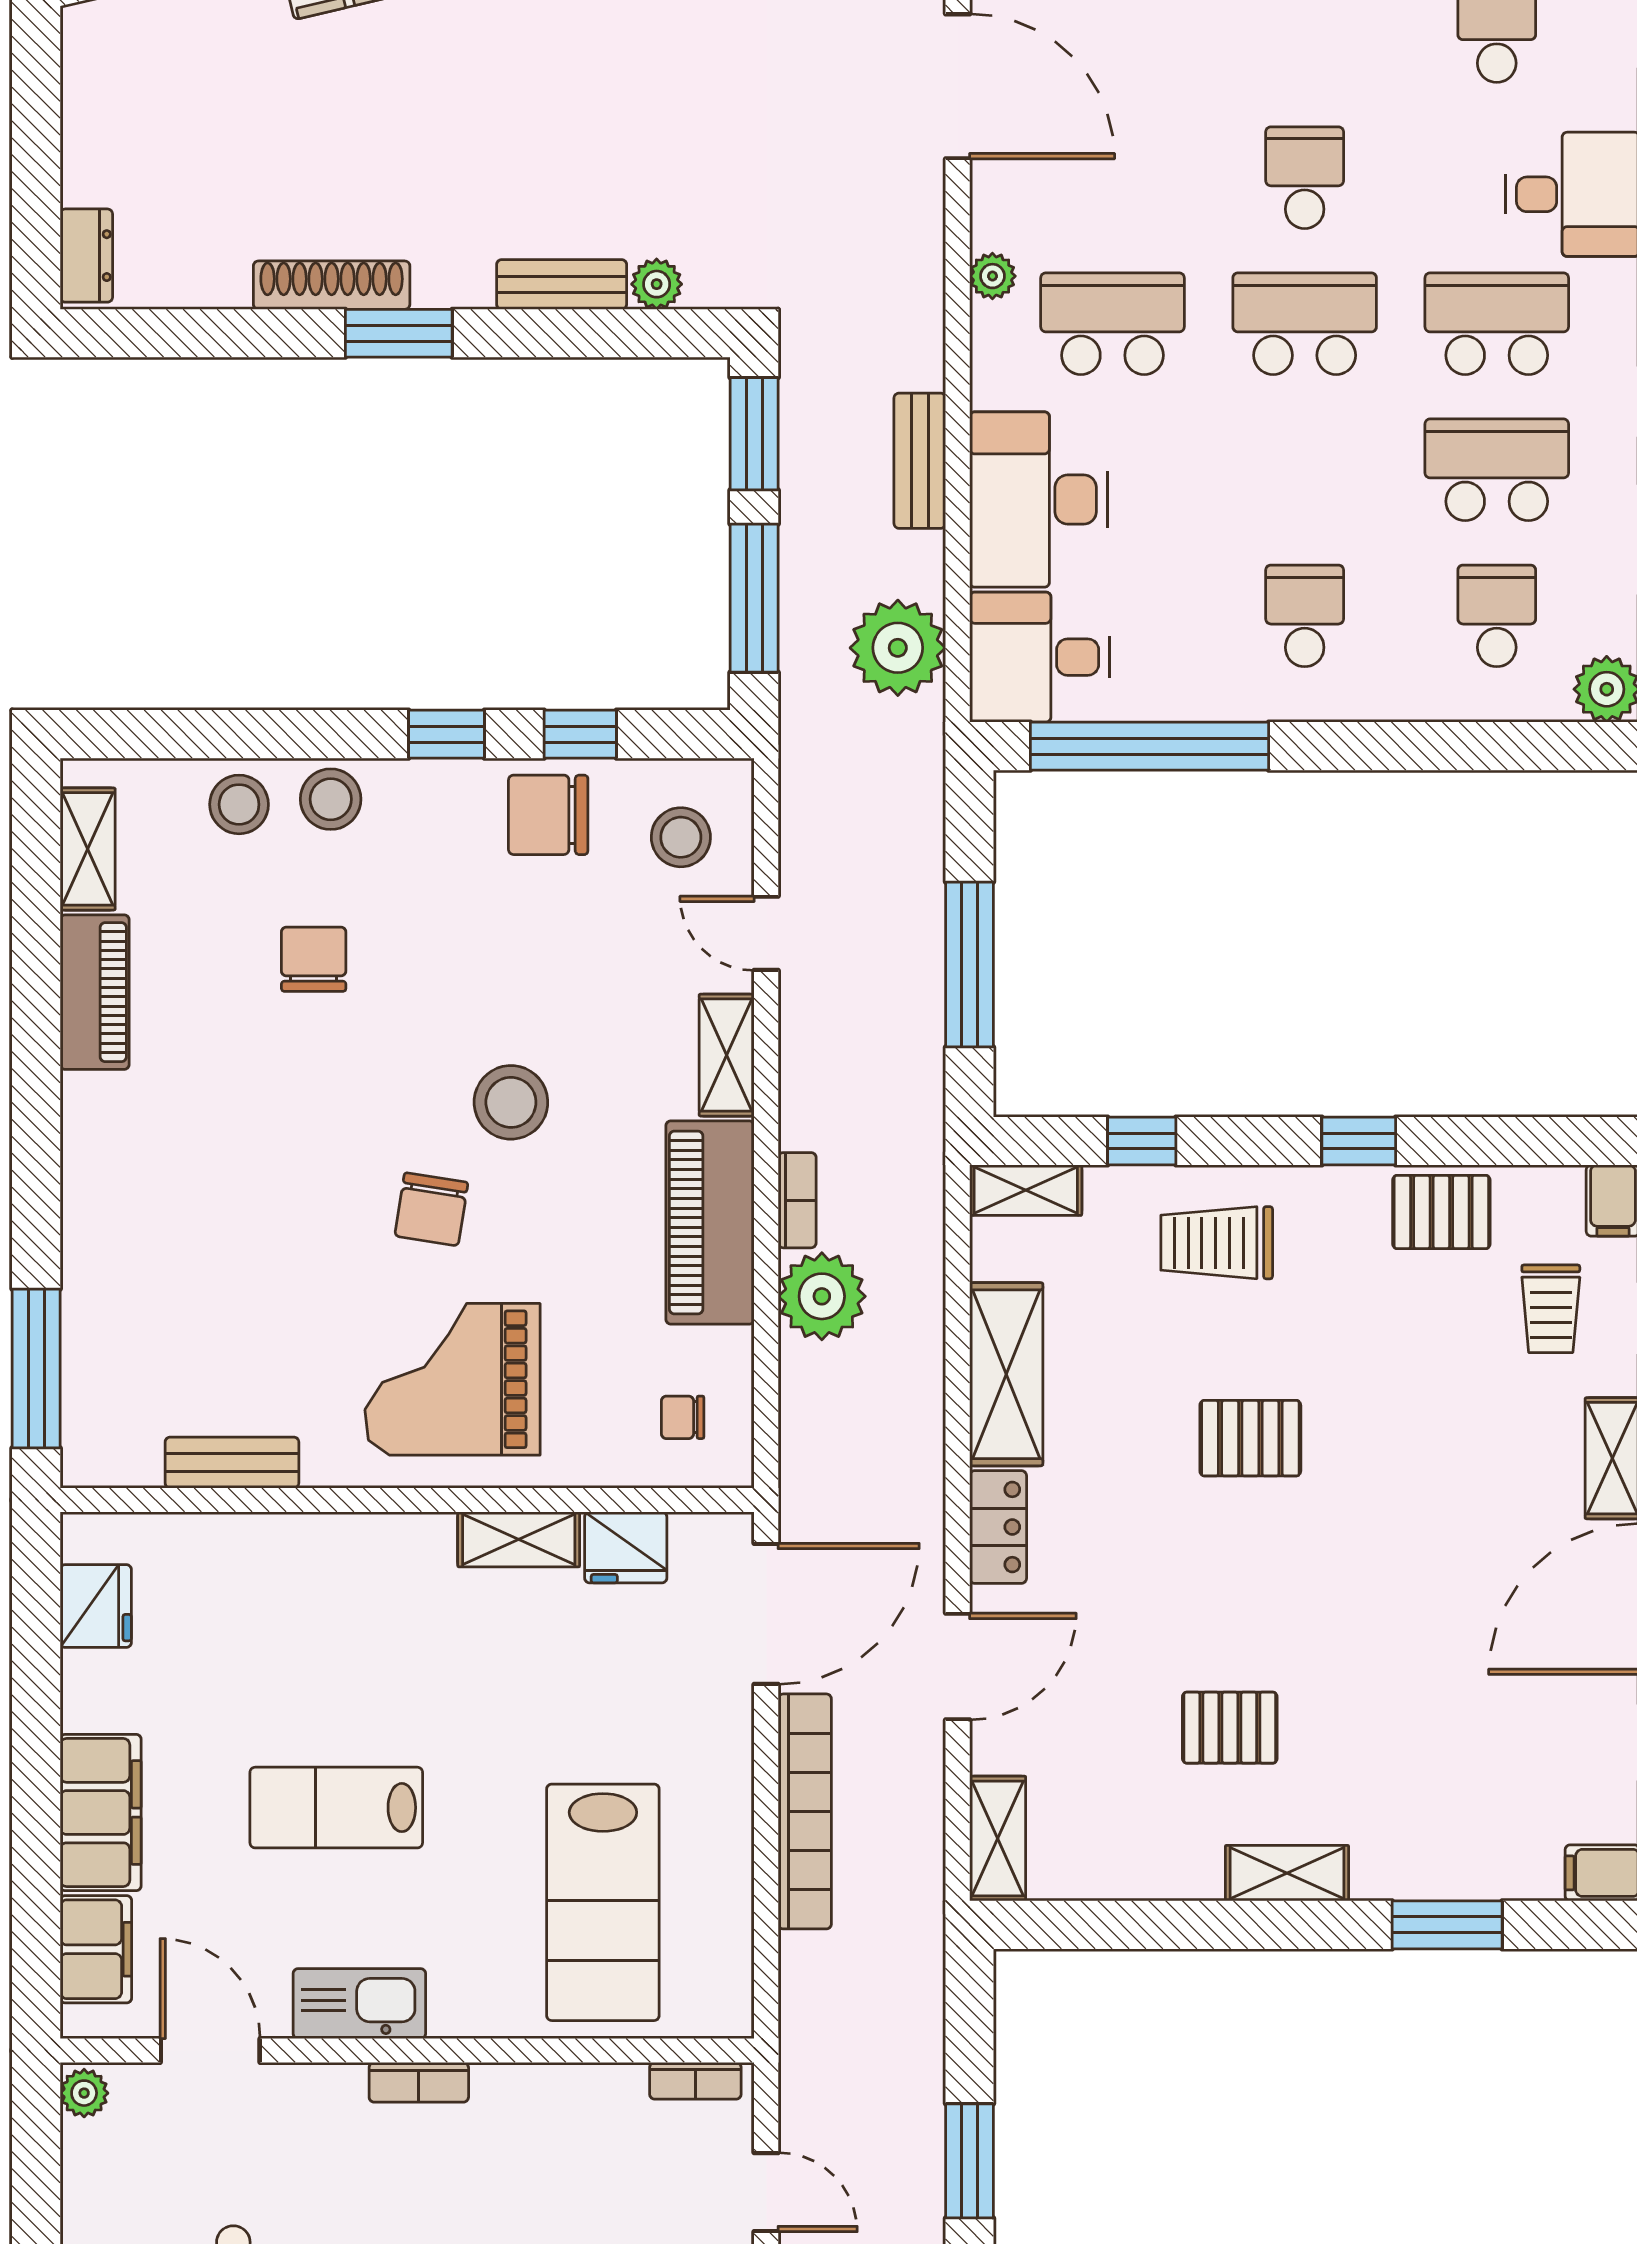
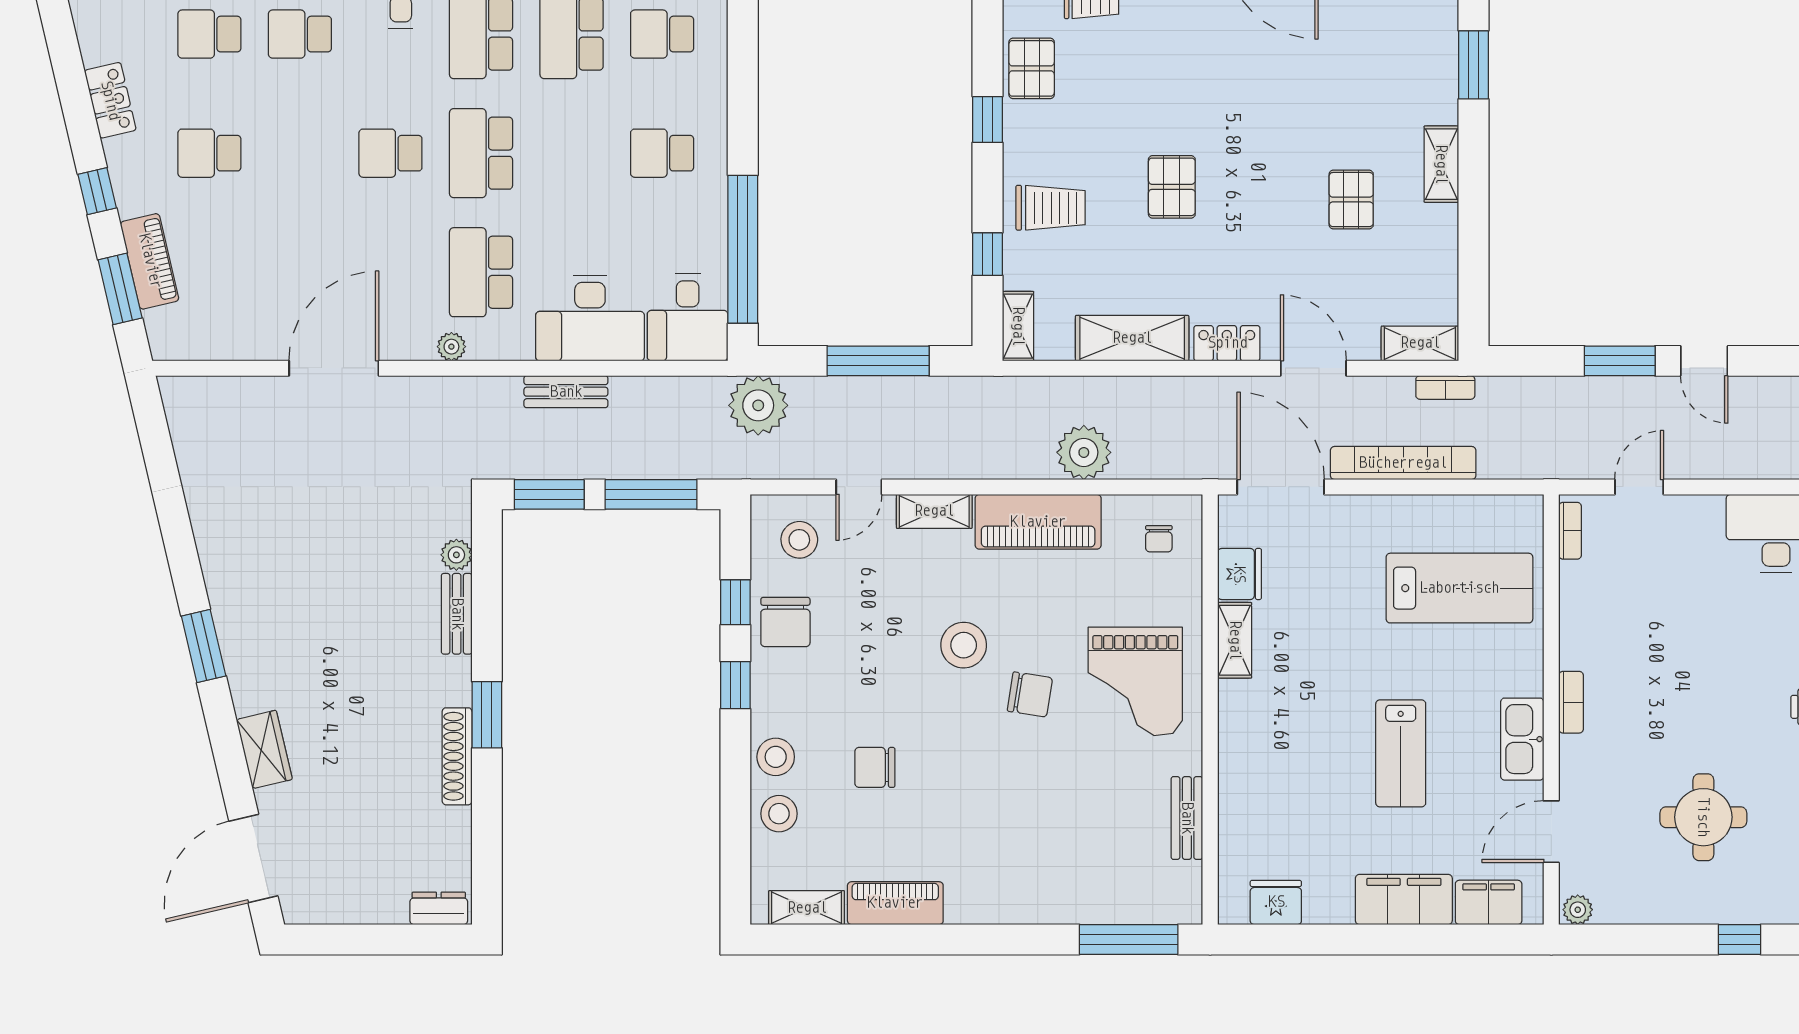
plant: (898, 648) -> (758, 405), moved
bookcase: (797, 1200) -> (1445, 387), moved, turned 180
trolley: (1217, 1243) -> (1051, 208), turned -90

